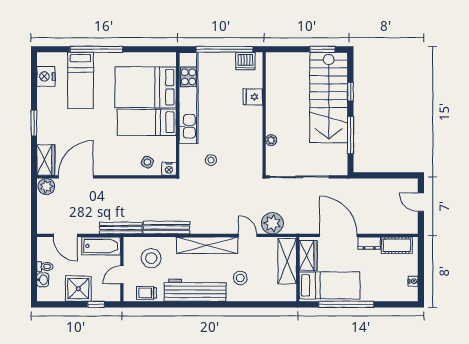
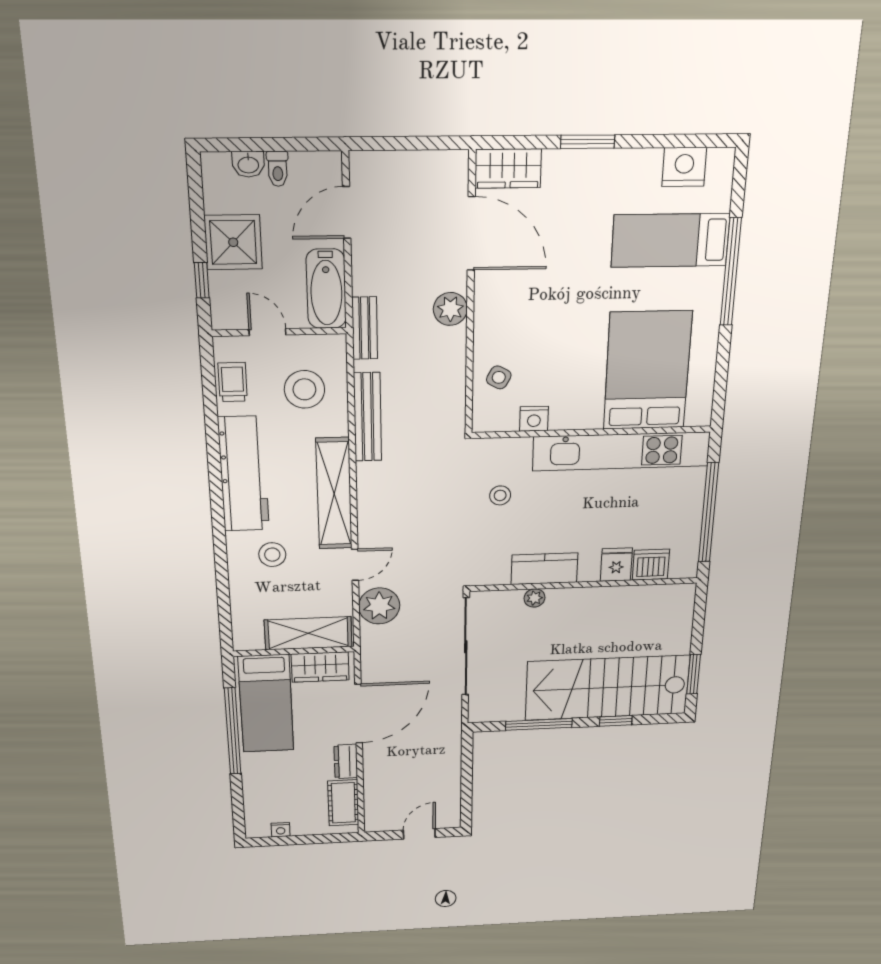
dishwasher: (245, 61) -> (651, 565), moved, turned 90
bed: (147, 122) -> (578, 374), removed
kitchen counter: (254, 135) -> (544, 569), added
nightstand: (169, 169) -> (534, 419), moved, turned -90
plant: (46, 186) -> (450, 309), moved
bench: (121, 228) -> (365, 328), width x0.73

